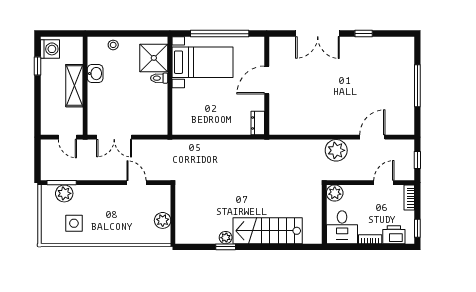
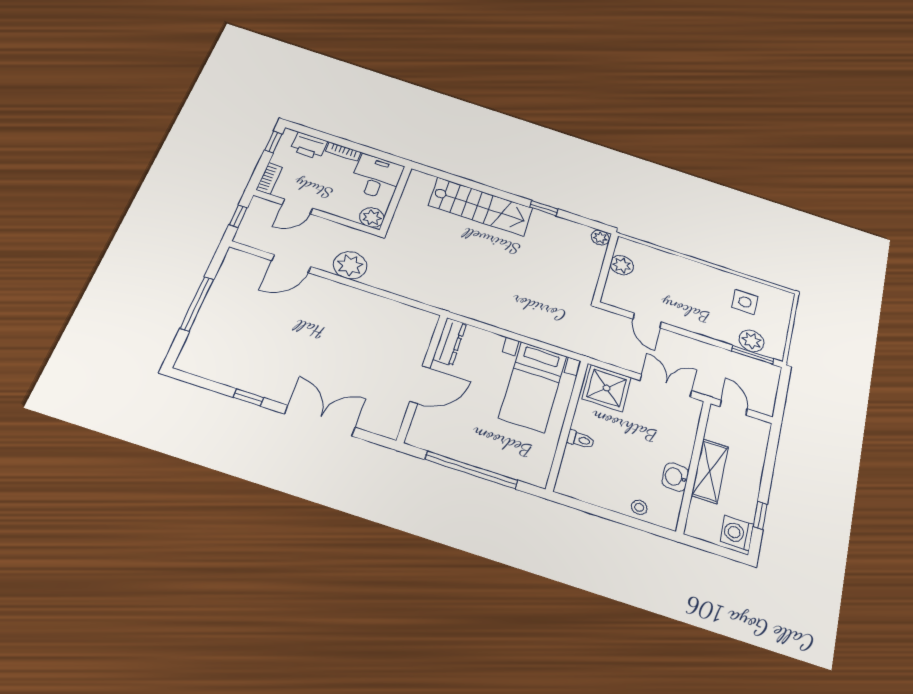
shower: (154, 58) -> (607, 388), moved
bed with nightstands: (203, 62) -> (533, 387), moved, turned -90
dresser: (258, 123) -> (450, 341), width x1.44
plant: (226, 238) -> (600, 238), moved

